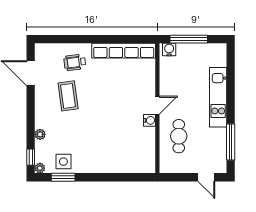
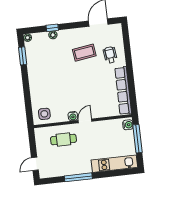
kitchen unit: (218, 97) -> (114, 164), moved
door: (157, 105) -> (85, 121), swing flipped
window: (231, 142) -> (78, 177), moved
window: (31, 157) -> (52, 28), moved
side table: (63, 162) -> (44, 114), moved

